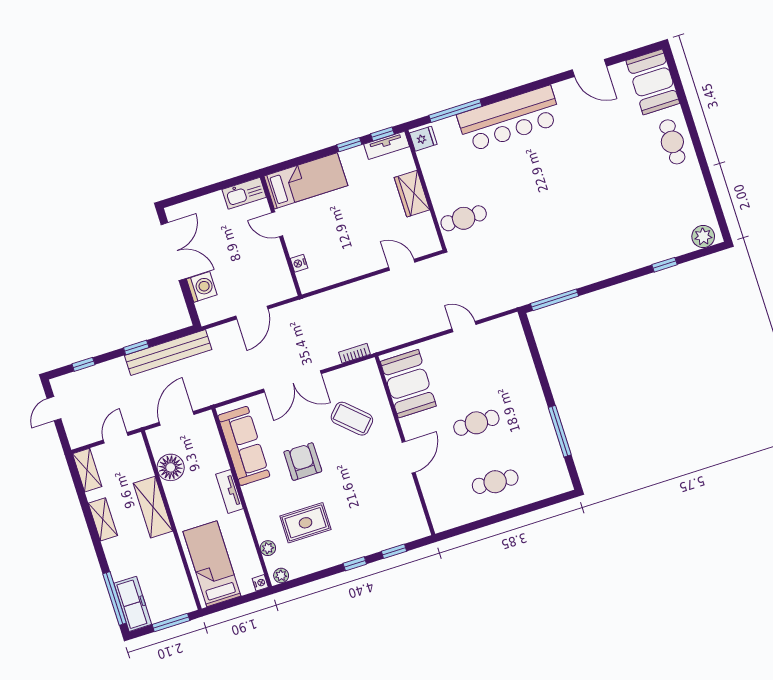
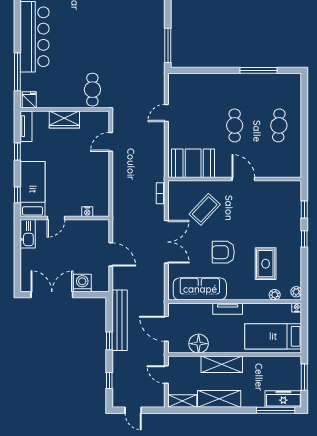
window: (382, 134) -> (17, 195), moved
shelving: (103, 519) -> (219, 399), width x1.50, depth x1.33

